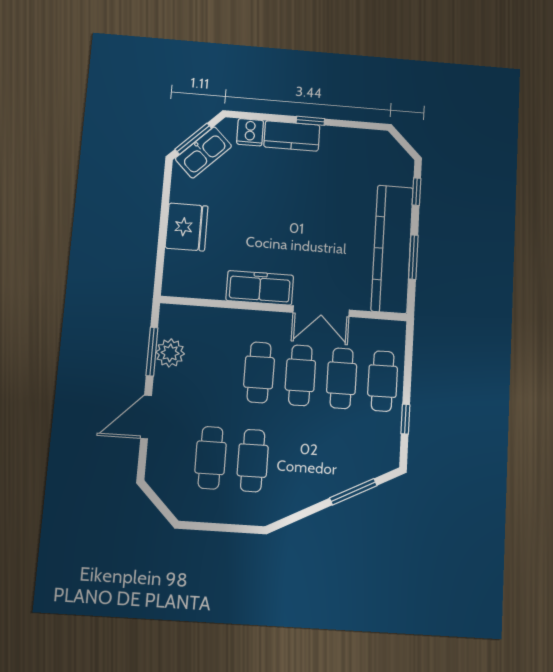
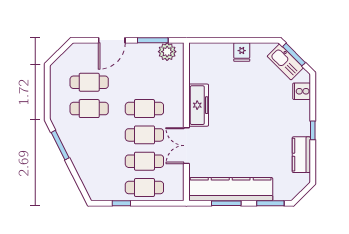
kitchen counter: (292, 136) -> (301, 155), moved
window: (417, 192) -> (270, 203), width x1.50
fridge: (187, 227) -> (242, 52), width x0.53, depth x0.75
plant: (170, 353) -> (167, 52), moved
door: (146, 417) -> (112, 40), swing flipped
window: (353, 492) -> (60, 145), moved

